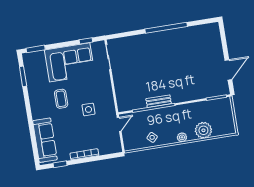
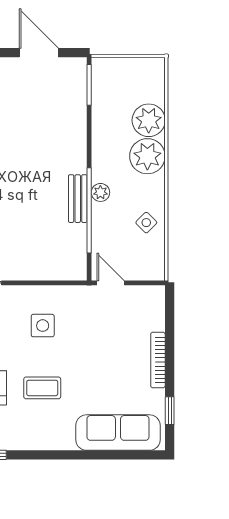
side table: (88, 109) -> (43, 326), moved
plant: (164, 112) -> (100, 192), added
plant: (182, 137) -> (147, 156), width x1.88, depth x1.88

